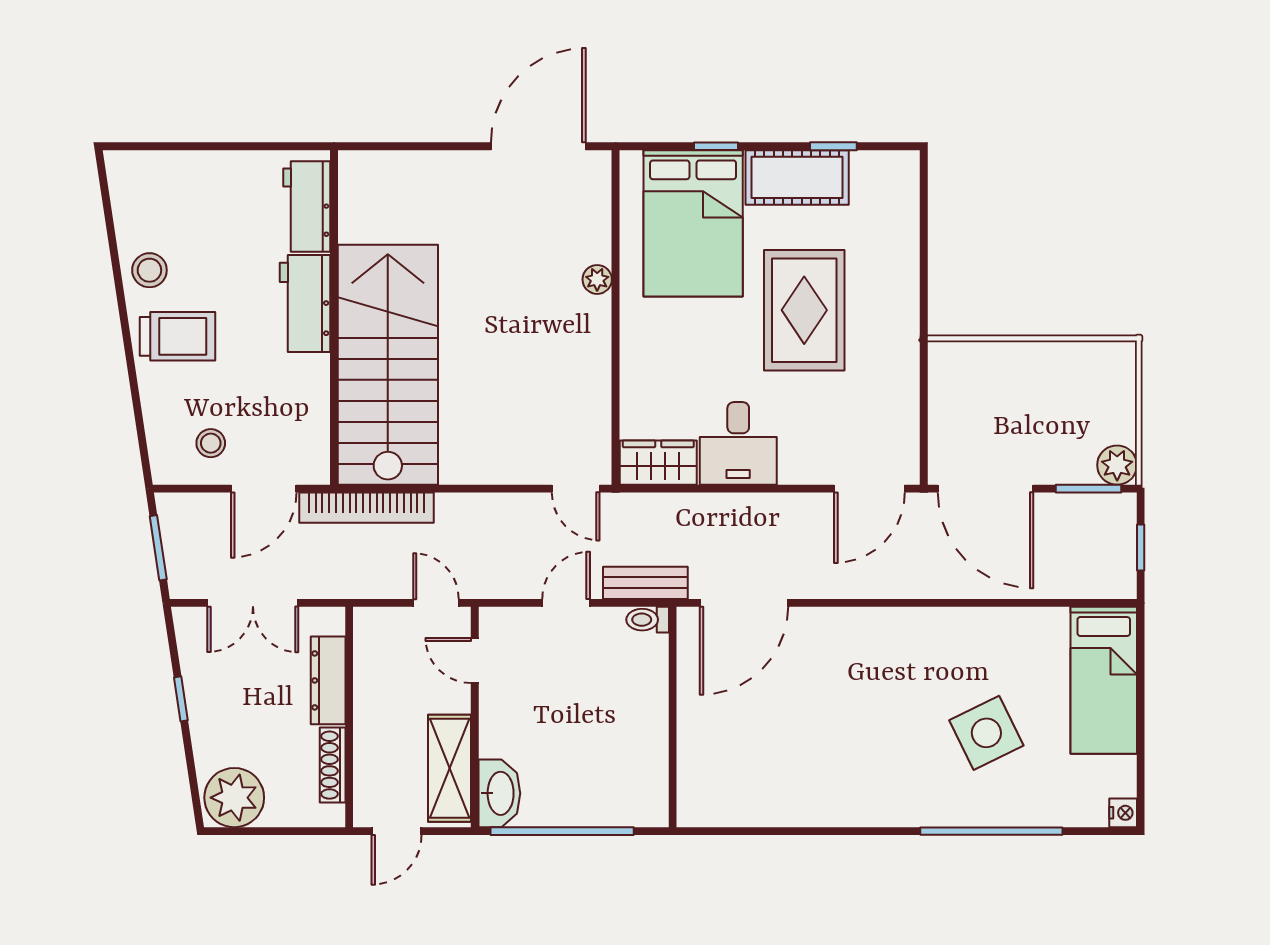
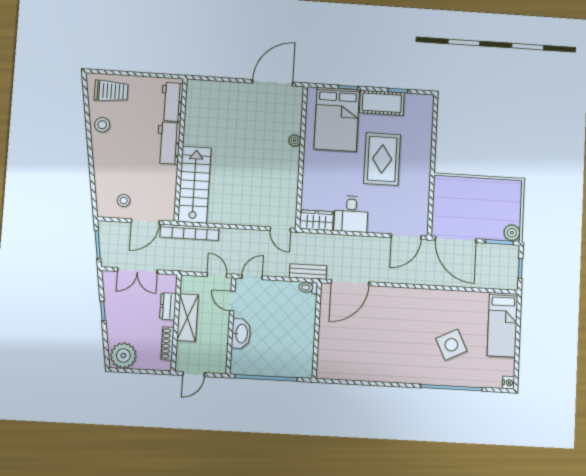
trolley: (178, 336) -> (111, 91), moved
stairs: (388, 365) -> (194, 185), width x0.73, depth x0.66
door: (566, 603) -> (252, 277), moved
dresser: (328, 680) -> (168, 306), width x0.70
shelving: (449, 768) -> (187, 318), moved
washbasin: (499, 793) -> (241, 334), moved

